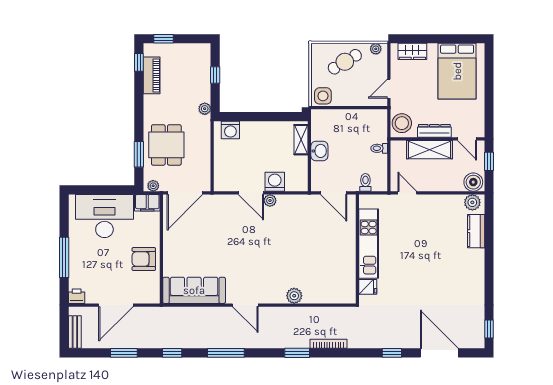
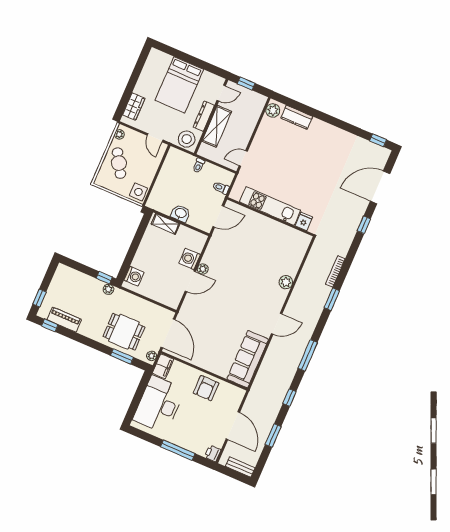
bed: (457, 71) -> (179, 85), moved, turned 90
window: (215, 75) -> (104, 278), moved
boiler: (473, 182) -> (257, 103), removed

